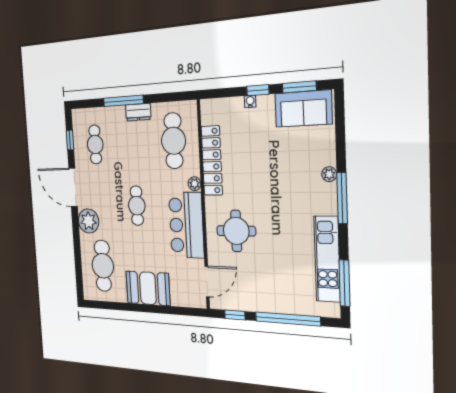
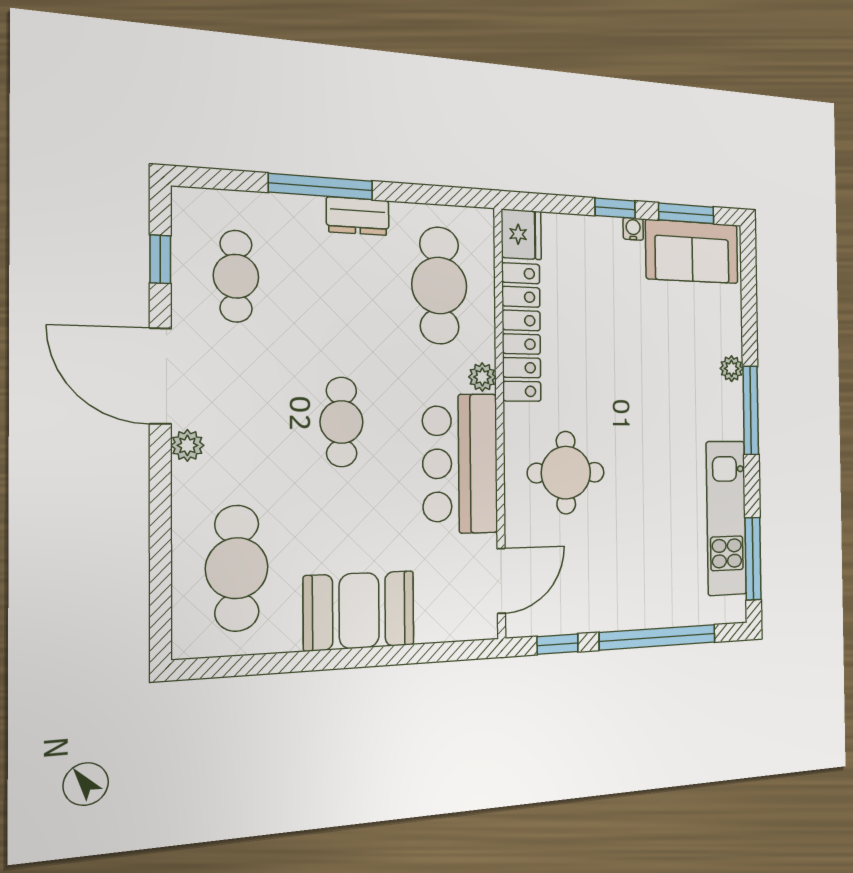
water cooler: (250, 102) -> (633, 229), moved
fridge: (210, 111) -> (521, 234), added
plant: (89, 221) -> (187, 445), width x0.53, depth x0.53

